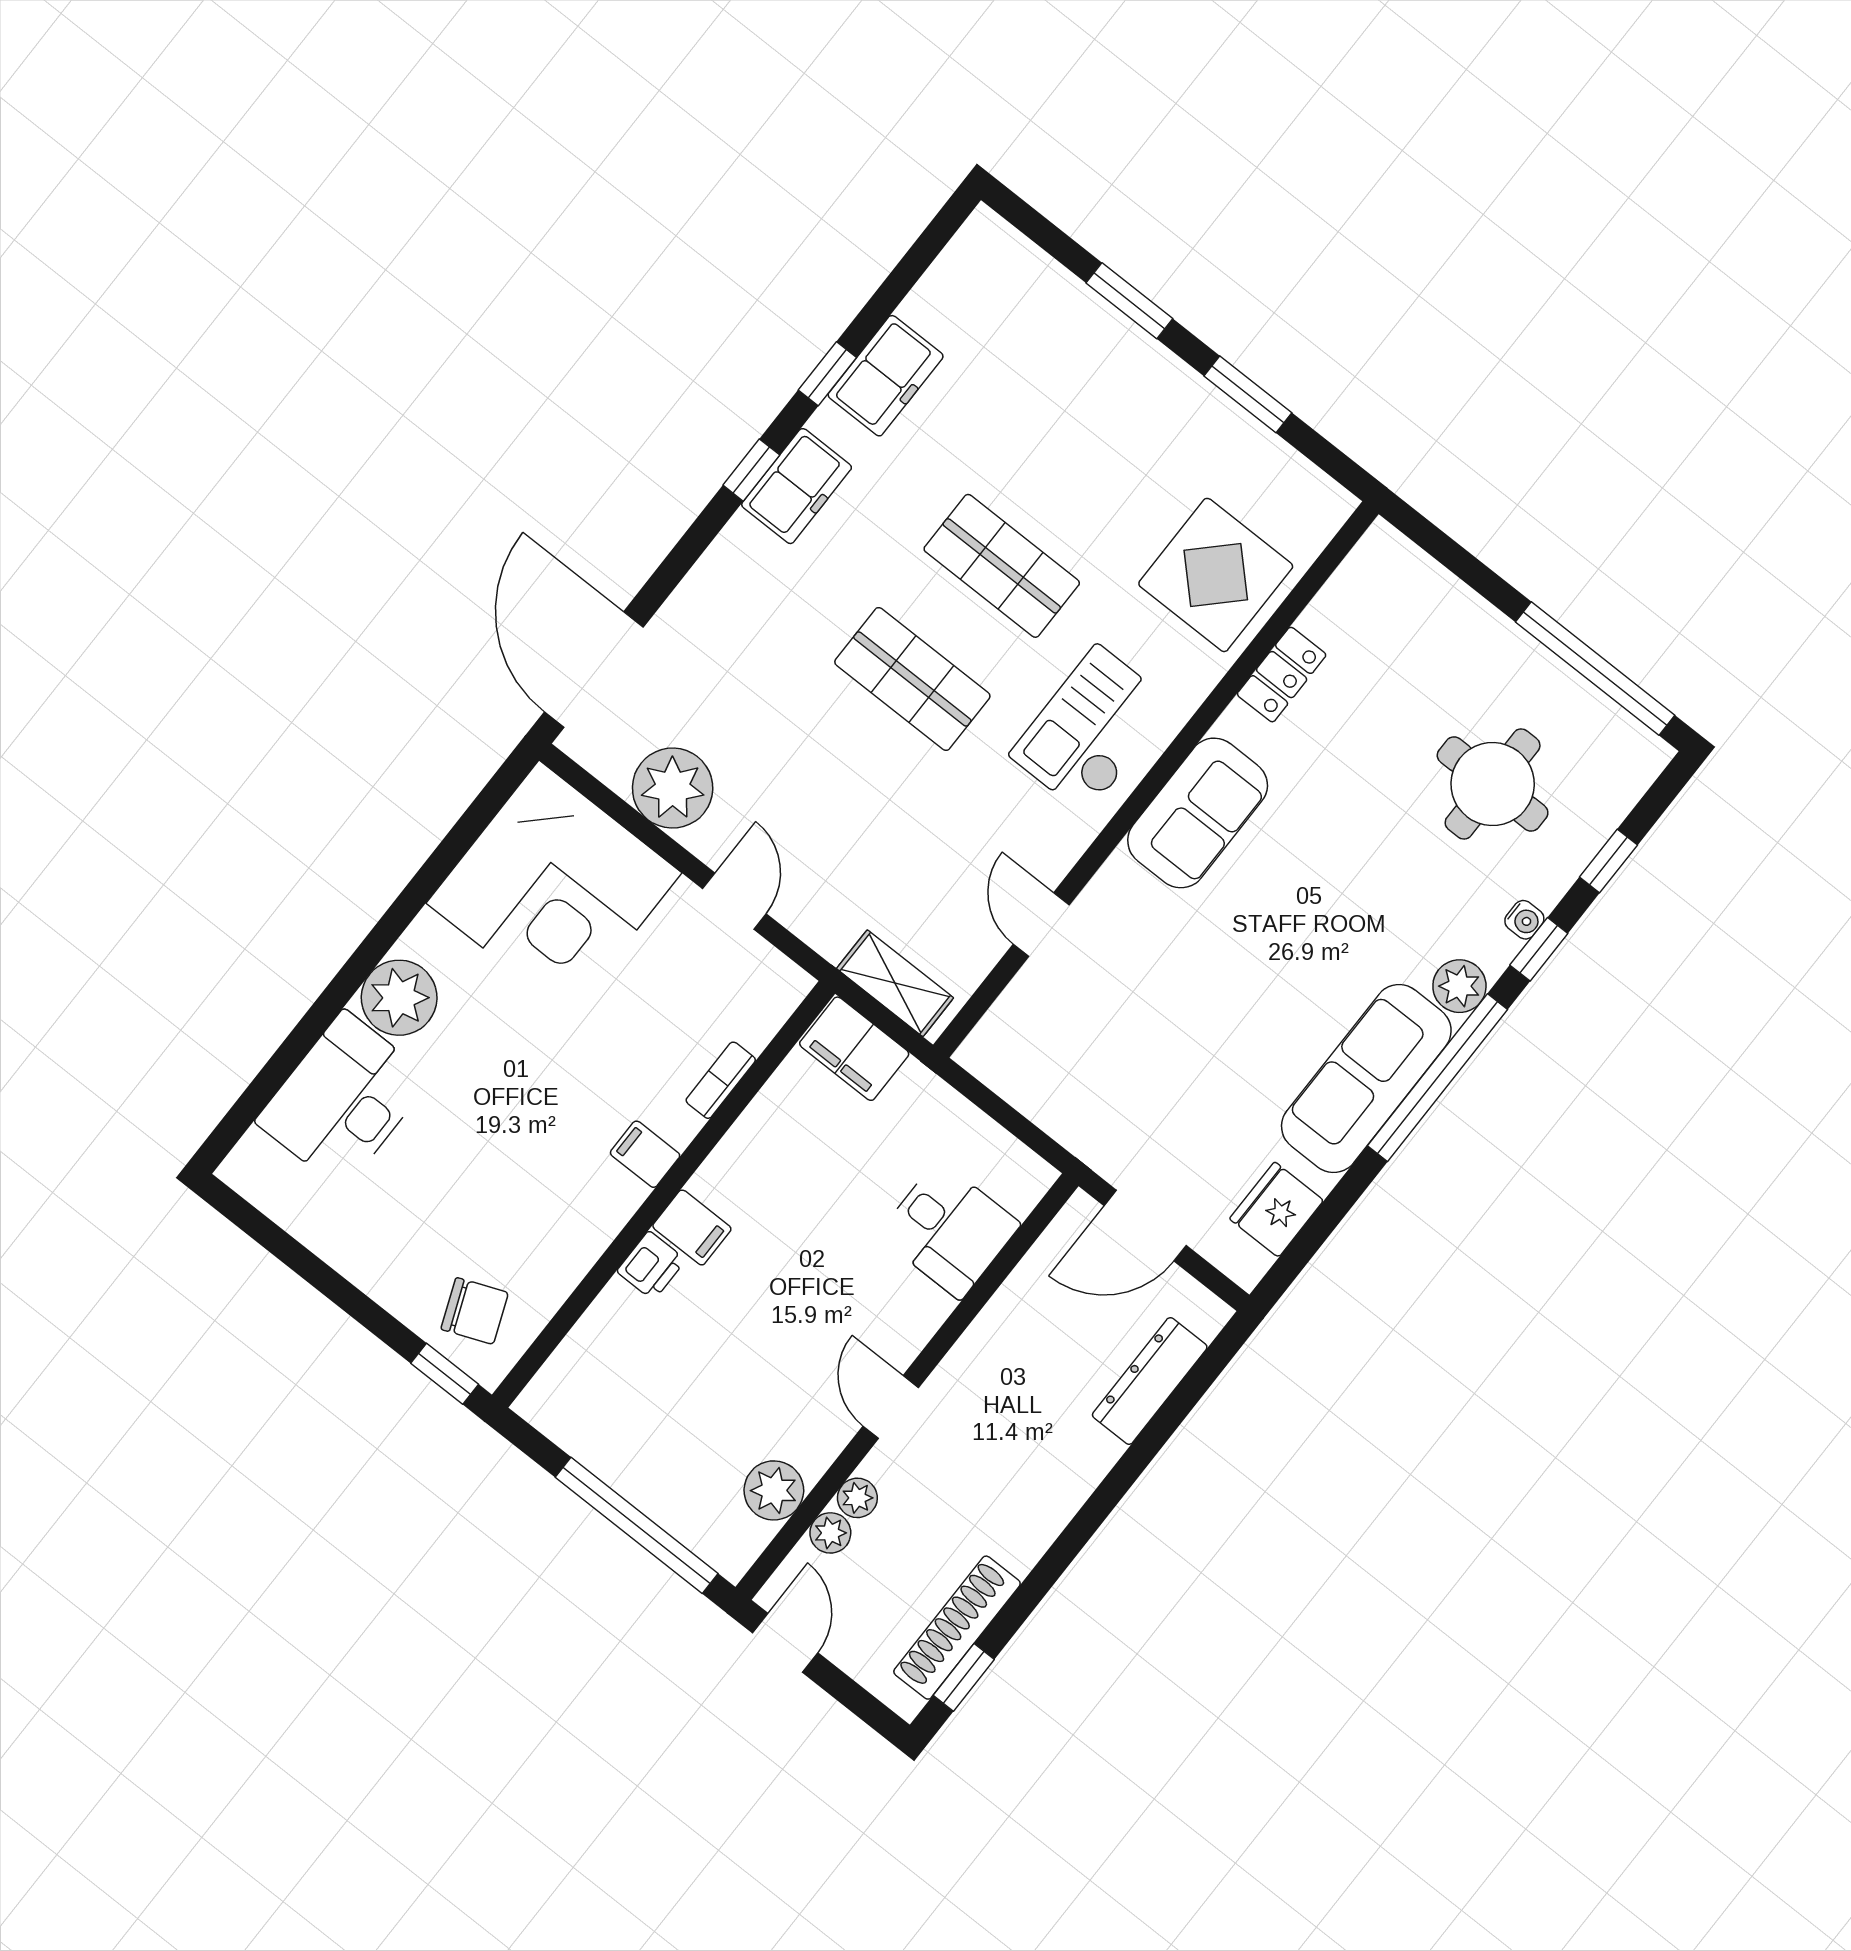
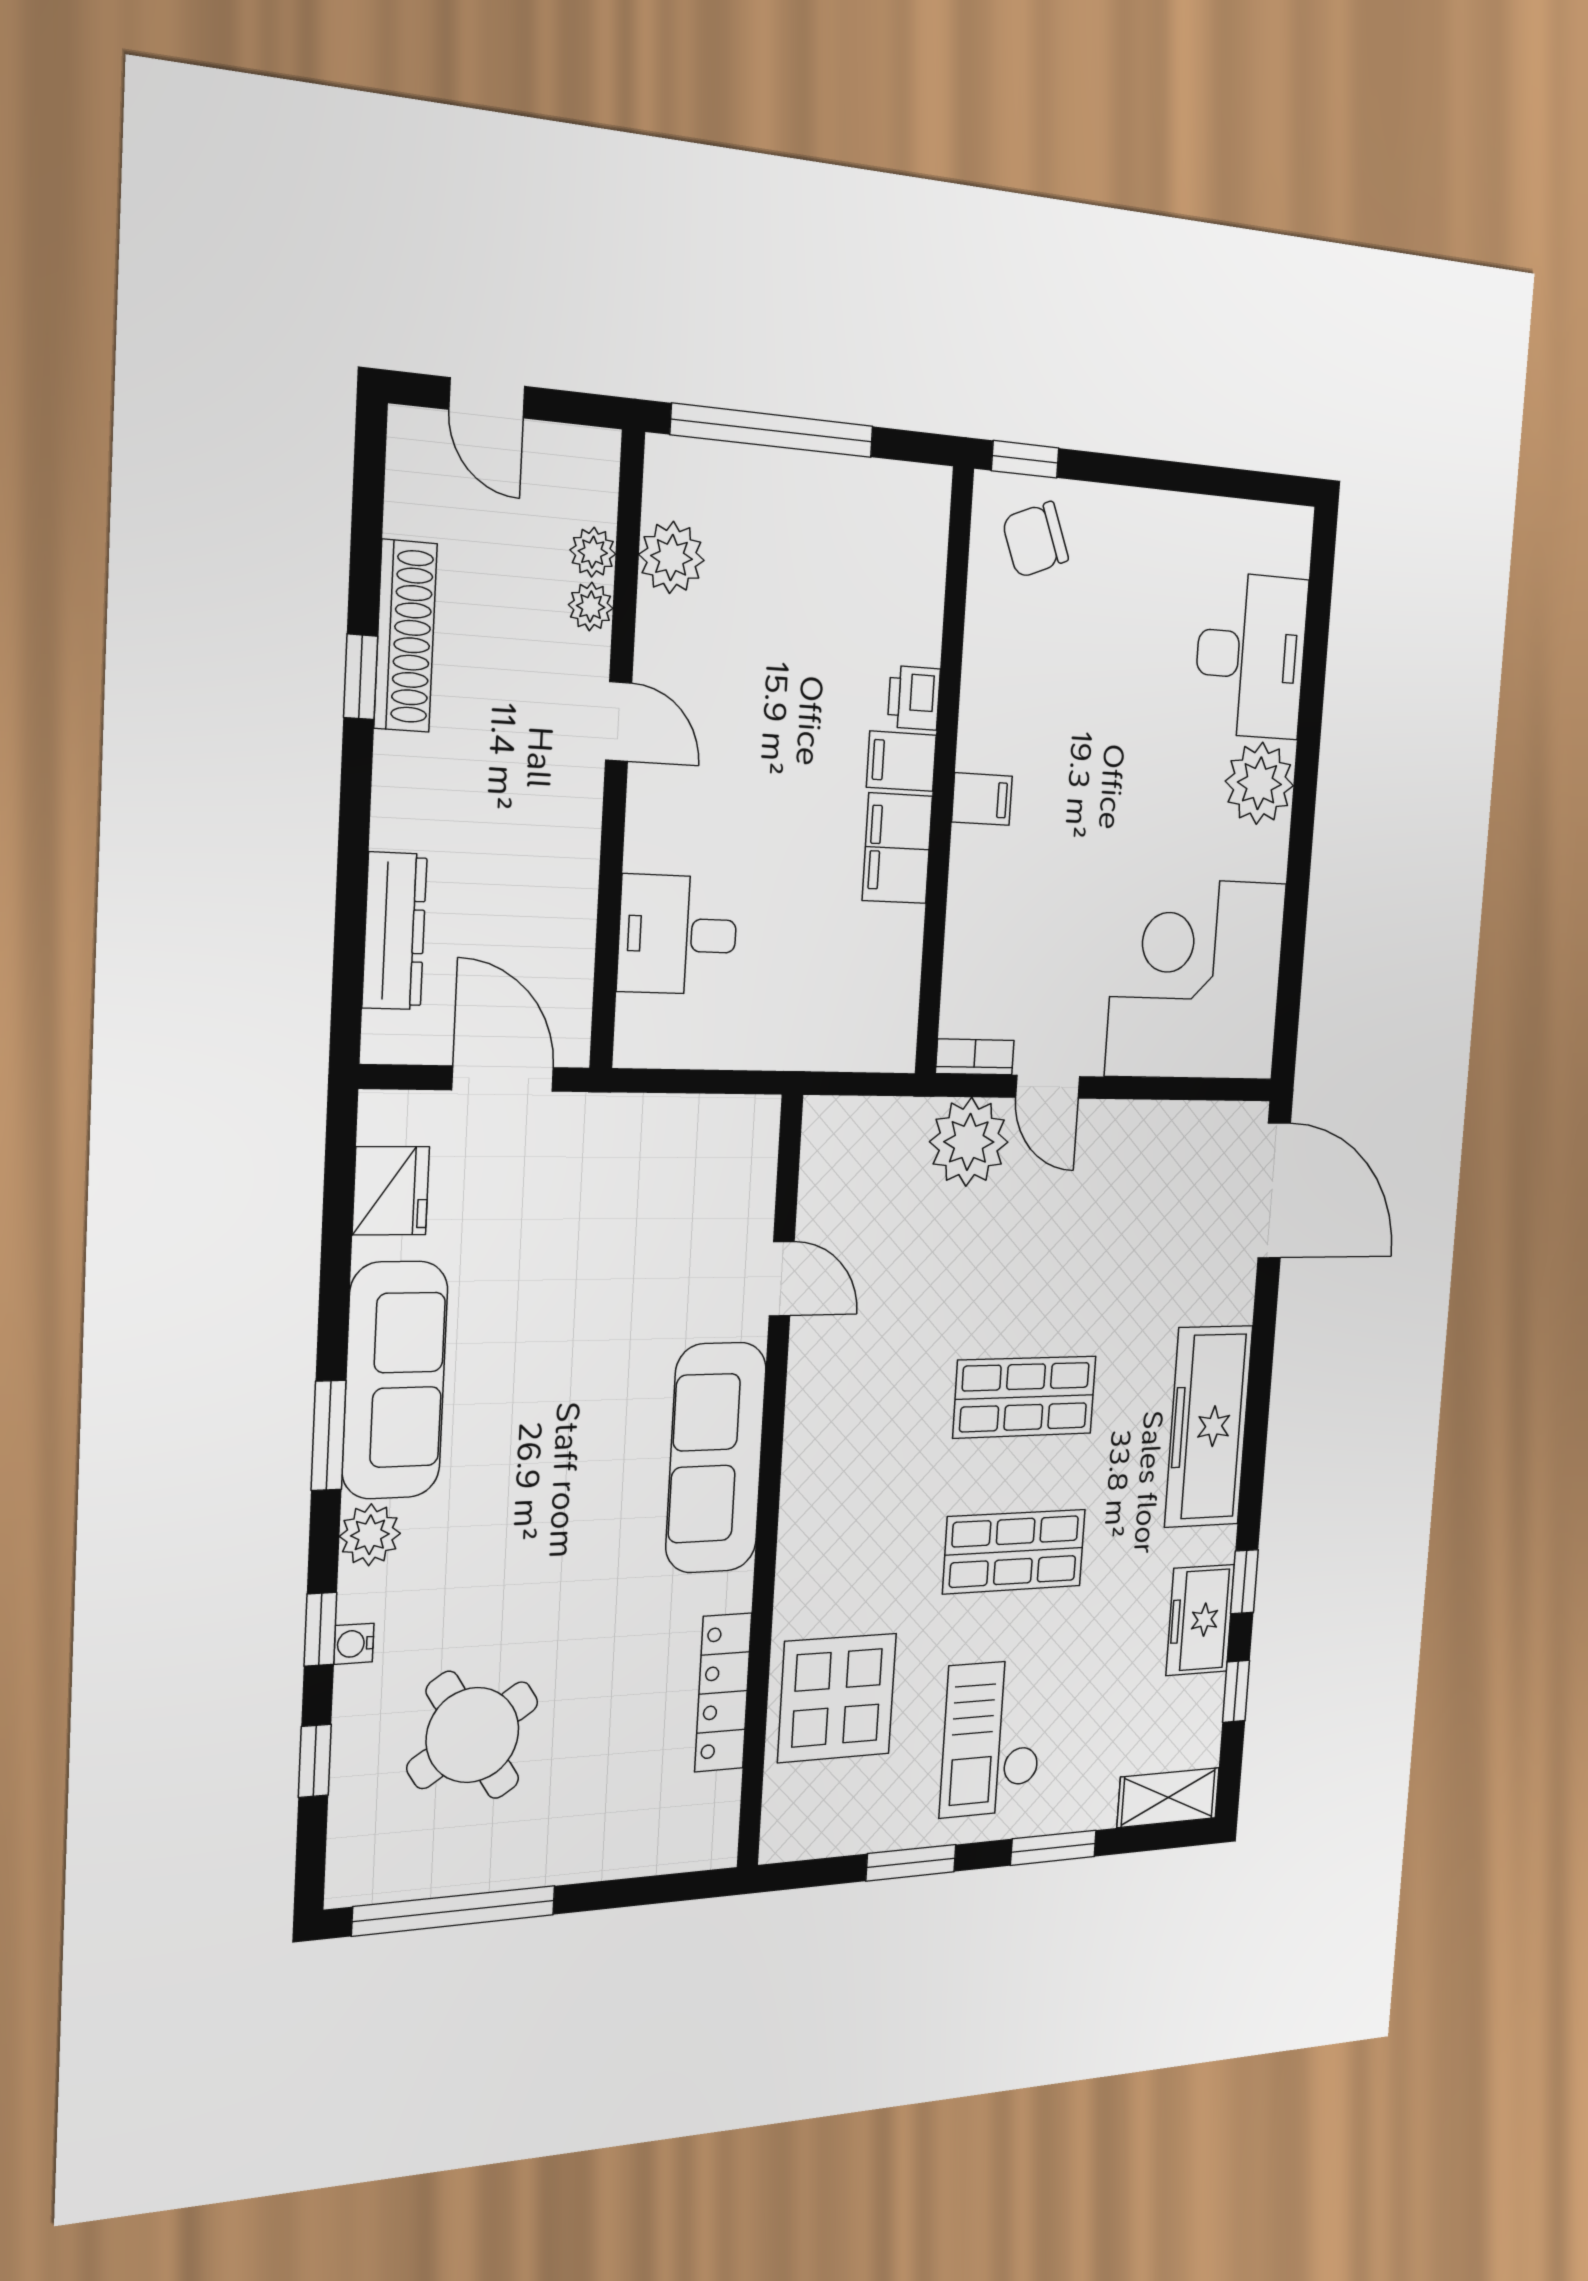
window: (751, 470) -> (1236, 1691), moved
freezer: (797, 486) -> (1208, 1426), width x1.91, depth x1.26
locker: (1282, 675) -> (723, 1692), width x1.53
checkout: (1092, 730) -> (992, 1738), moved, turned 180
round table: (1493, 784) -> (473, 1735), turned -33
plant: (673, 788) -> (969, 1142), moved
sofa: (1198, 813) -> (716, 1458), width x1.36
shelving: (895, 983) -> (1168, 1798), moved
filing cabinet: (854, 1049) -> (897, 848), moved, turned -90
window: (1437, 1078) -> (329, 1435), width x0.47
bookcase: (721, 1080) -> (975, 1057), moved, turned -90
door: (1145, 1226) -> (503, 1079), hinge flipped
shoe rack: (957, 1628) -> (405, 636), moved
door: (785, 1643) -> (487, 398), moved
window: (964, 1677) -> (361, 677), moved

